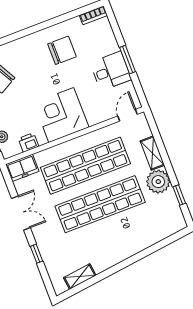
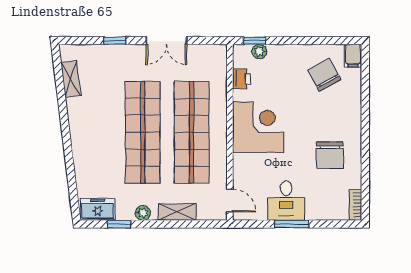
freezer: (22, 168) -> (98, 209), moved, turned 90
plant: (158, 182) -> (143, 213), width x0.53, depth x0.53

